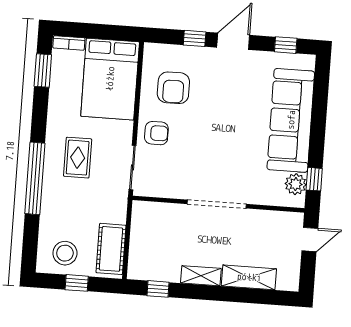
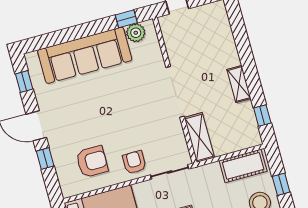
shelving: (249, 277) -> (199, 138), moved

